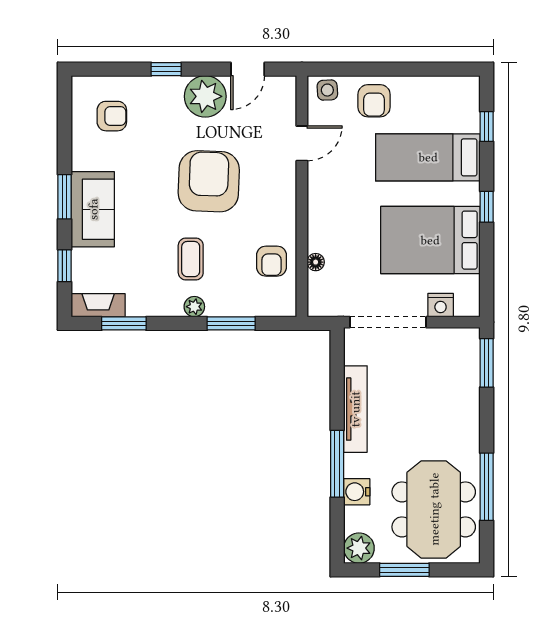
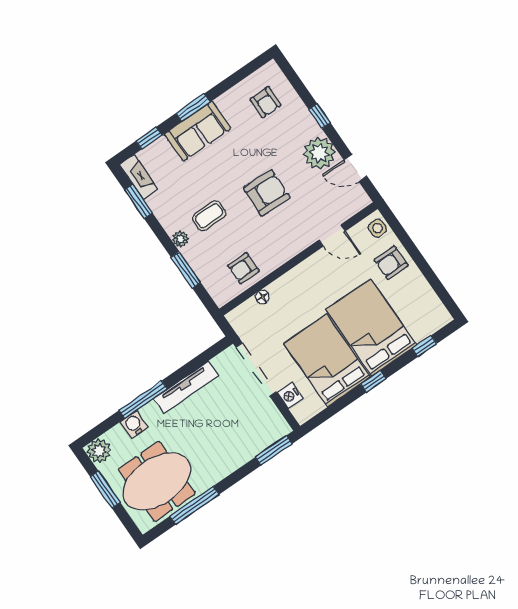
bed: (428, 157) -> (371, 327), width x1.50
armchair: (209, 181) -> (267, 193), width x0.73, depth x0.73

